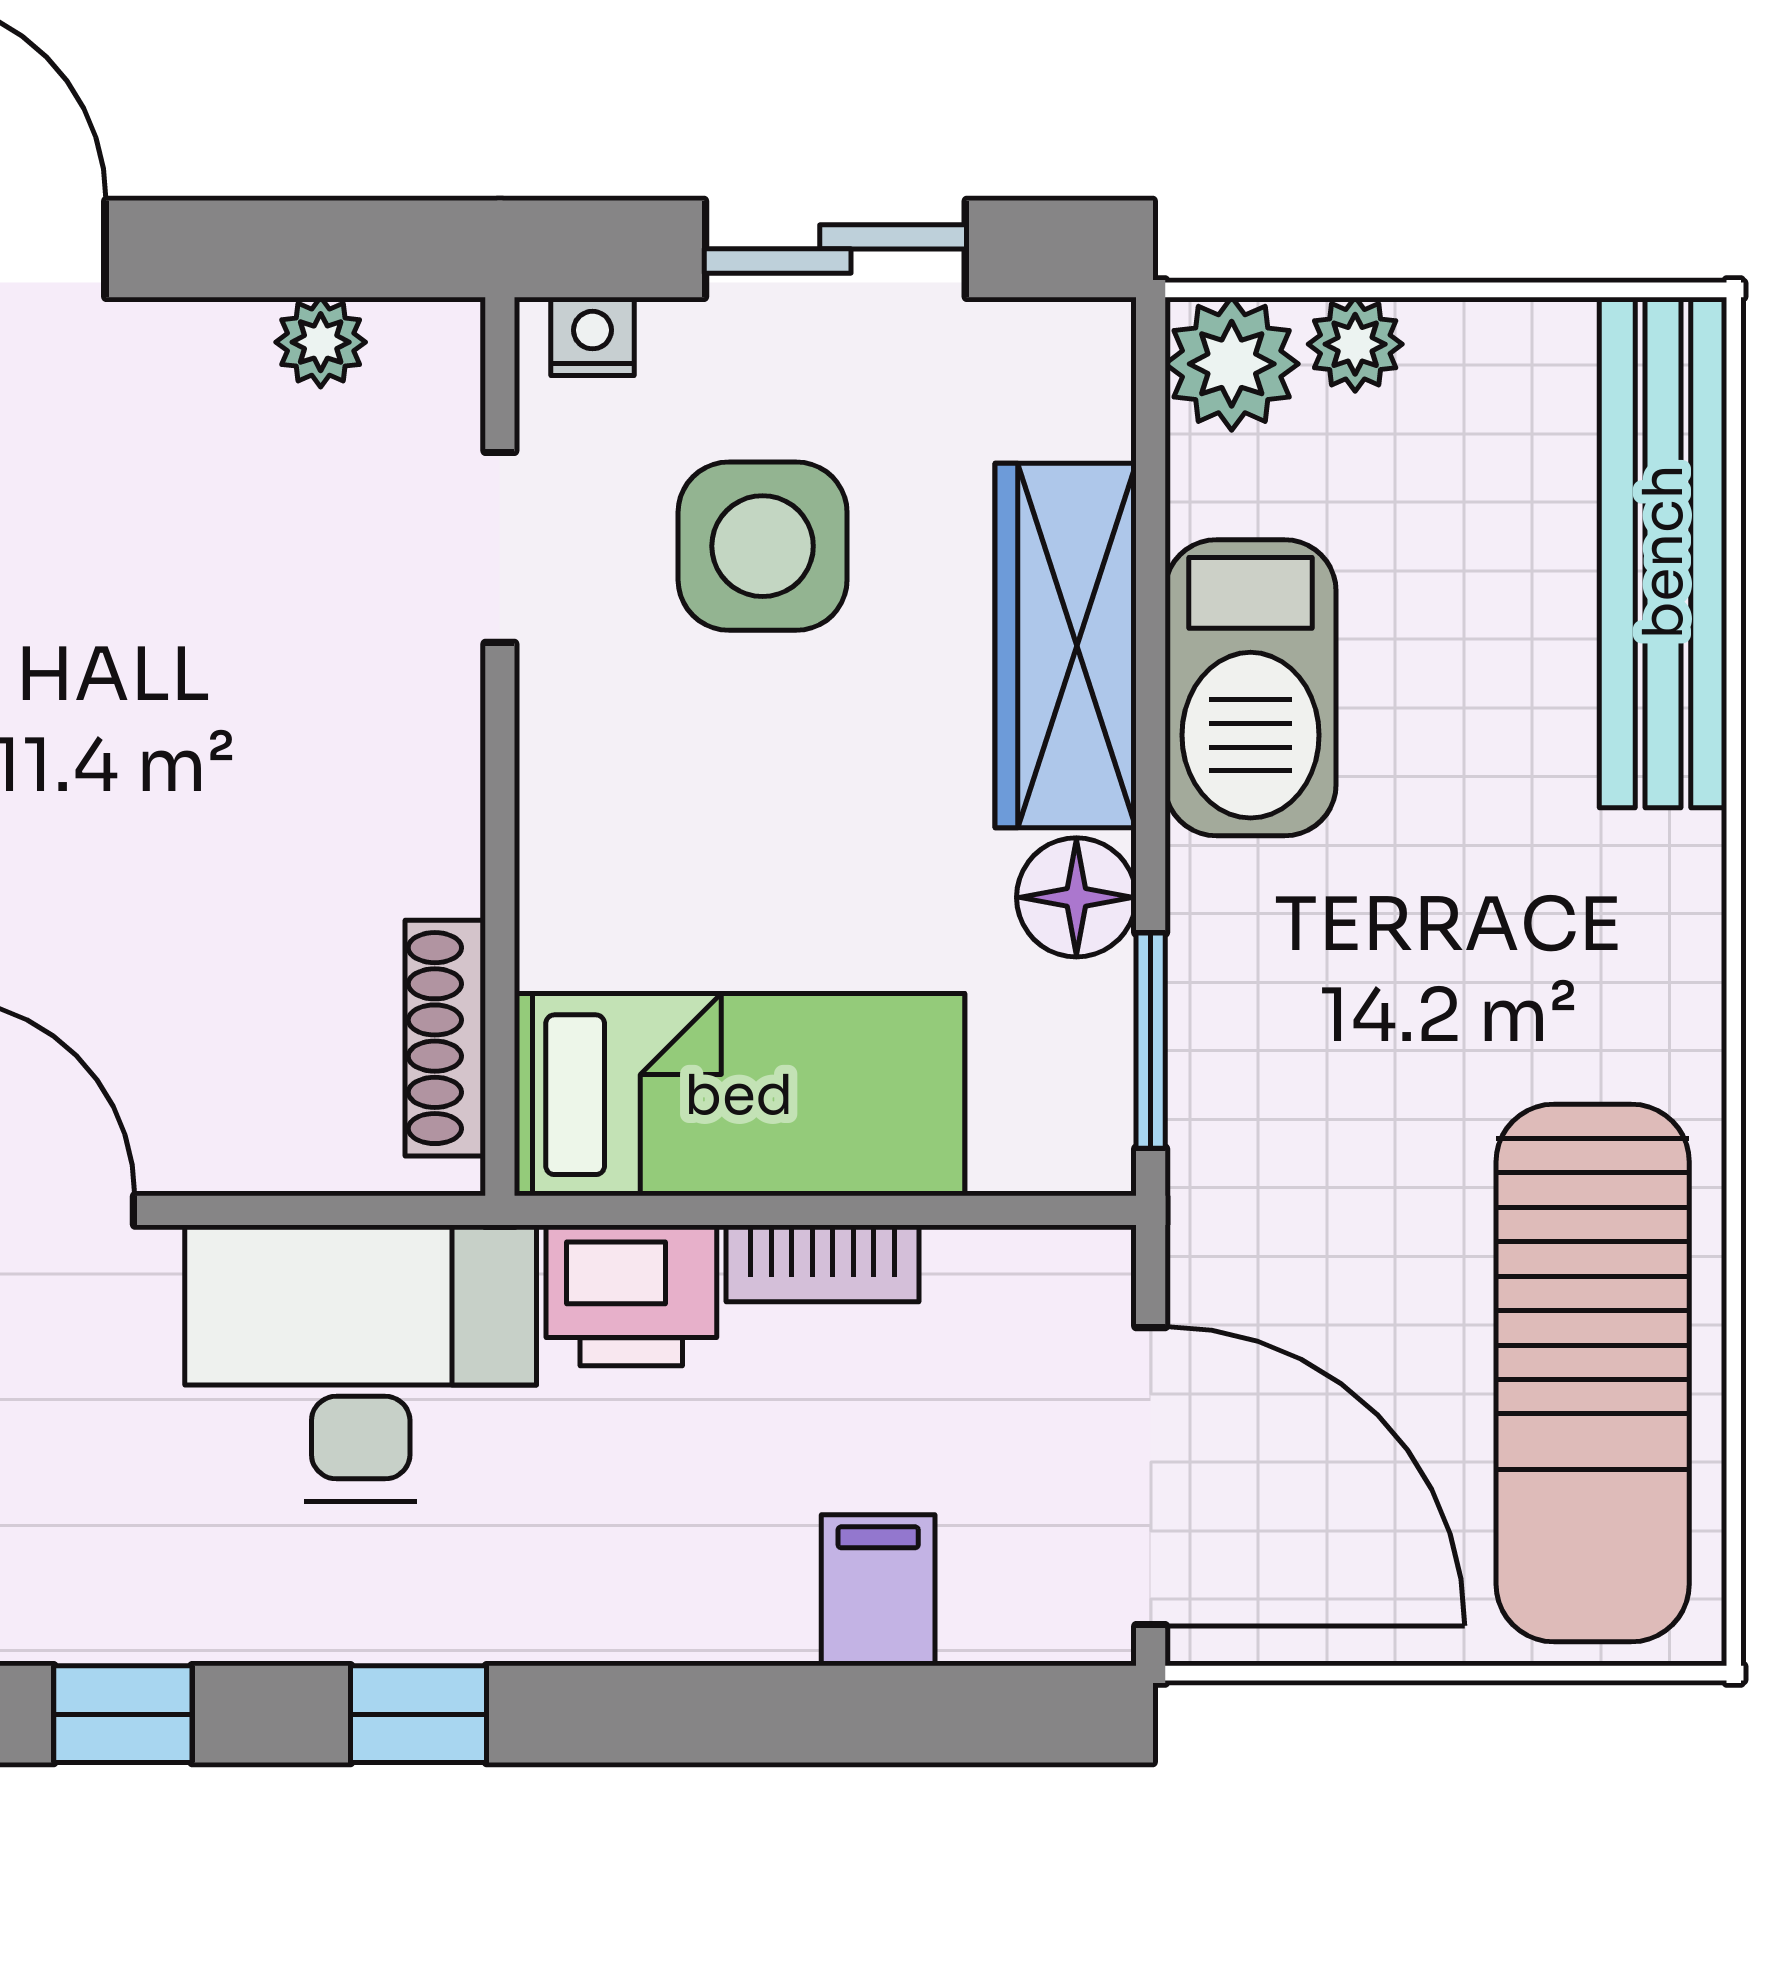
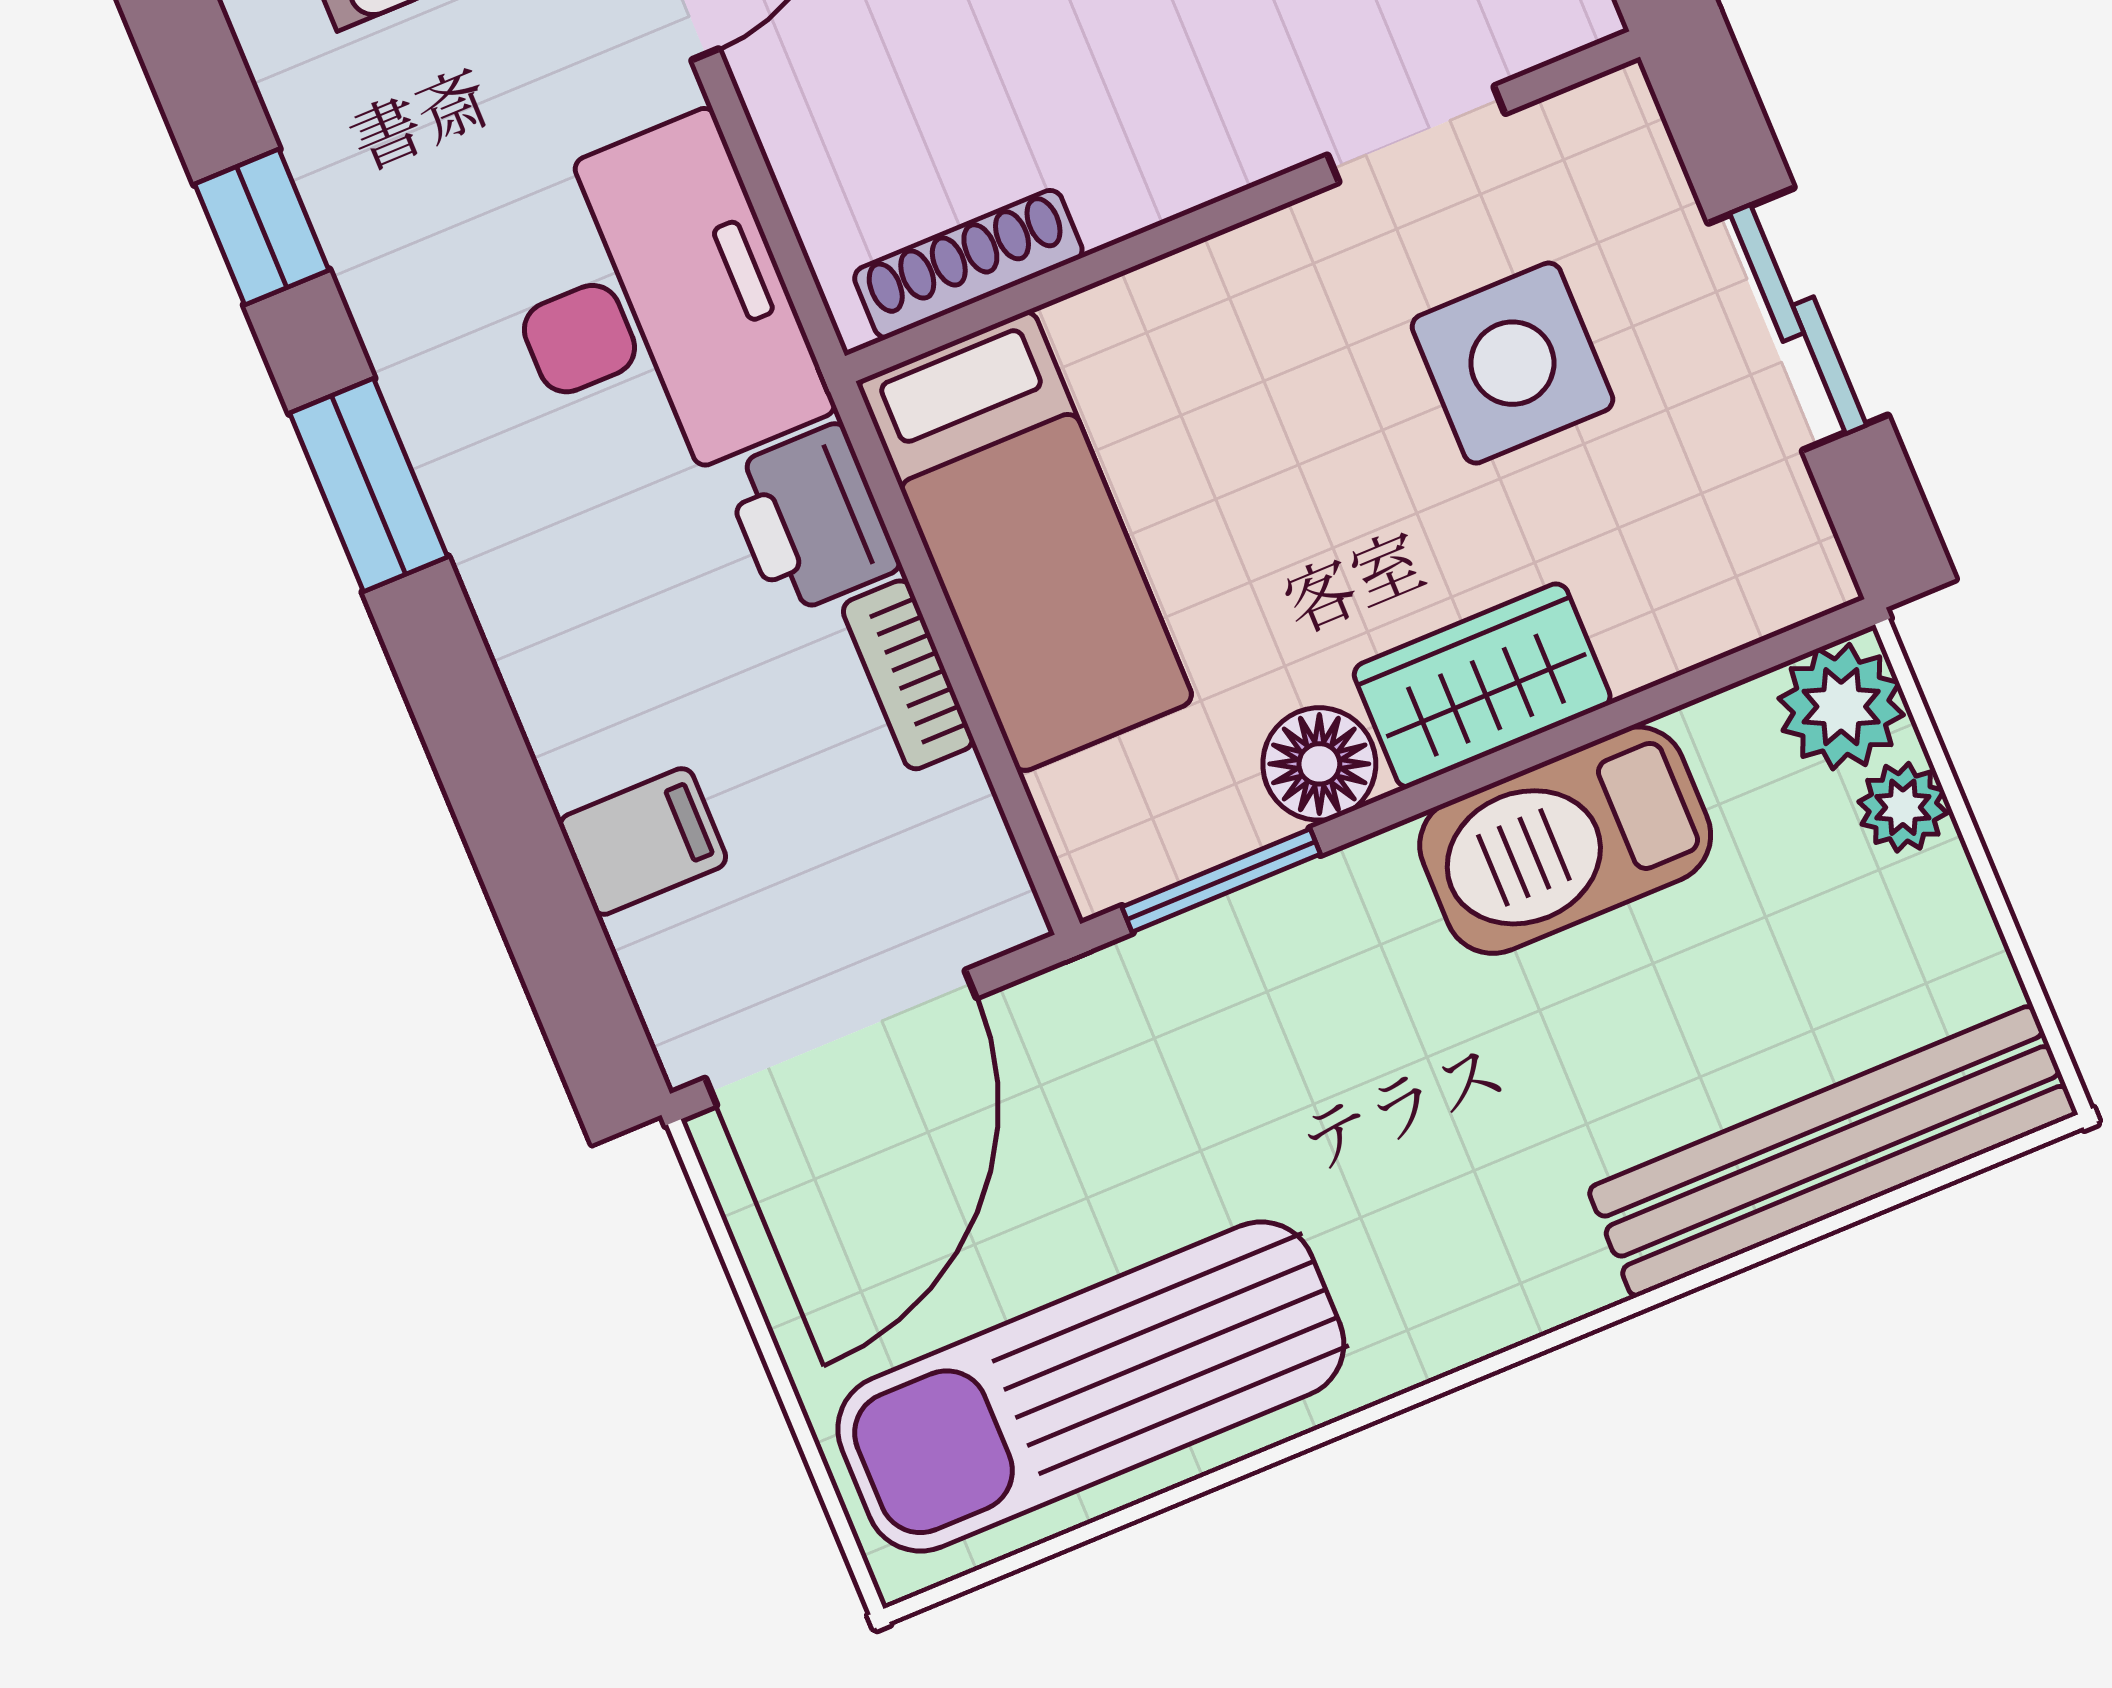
nightstand: (592, 336) -> (1634, 139), removed
wardrobe: (1066, 646) -> (1482, 685), width x0.67
window: (418, 1714) -> (369, 485), width x1.50

